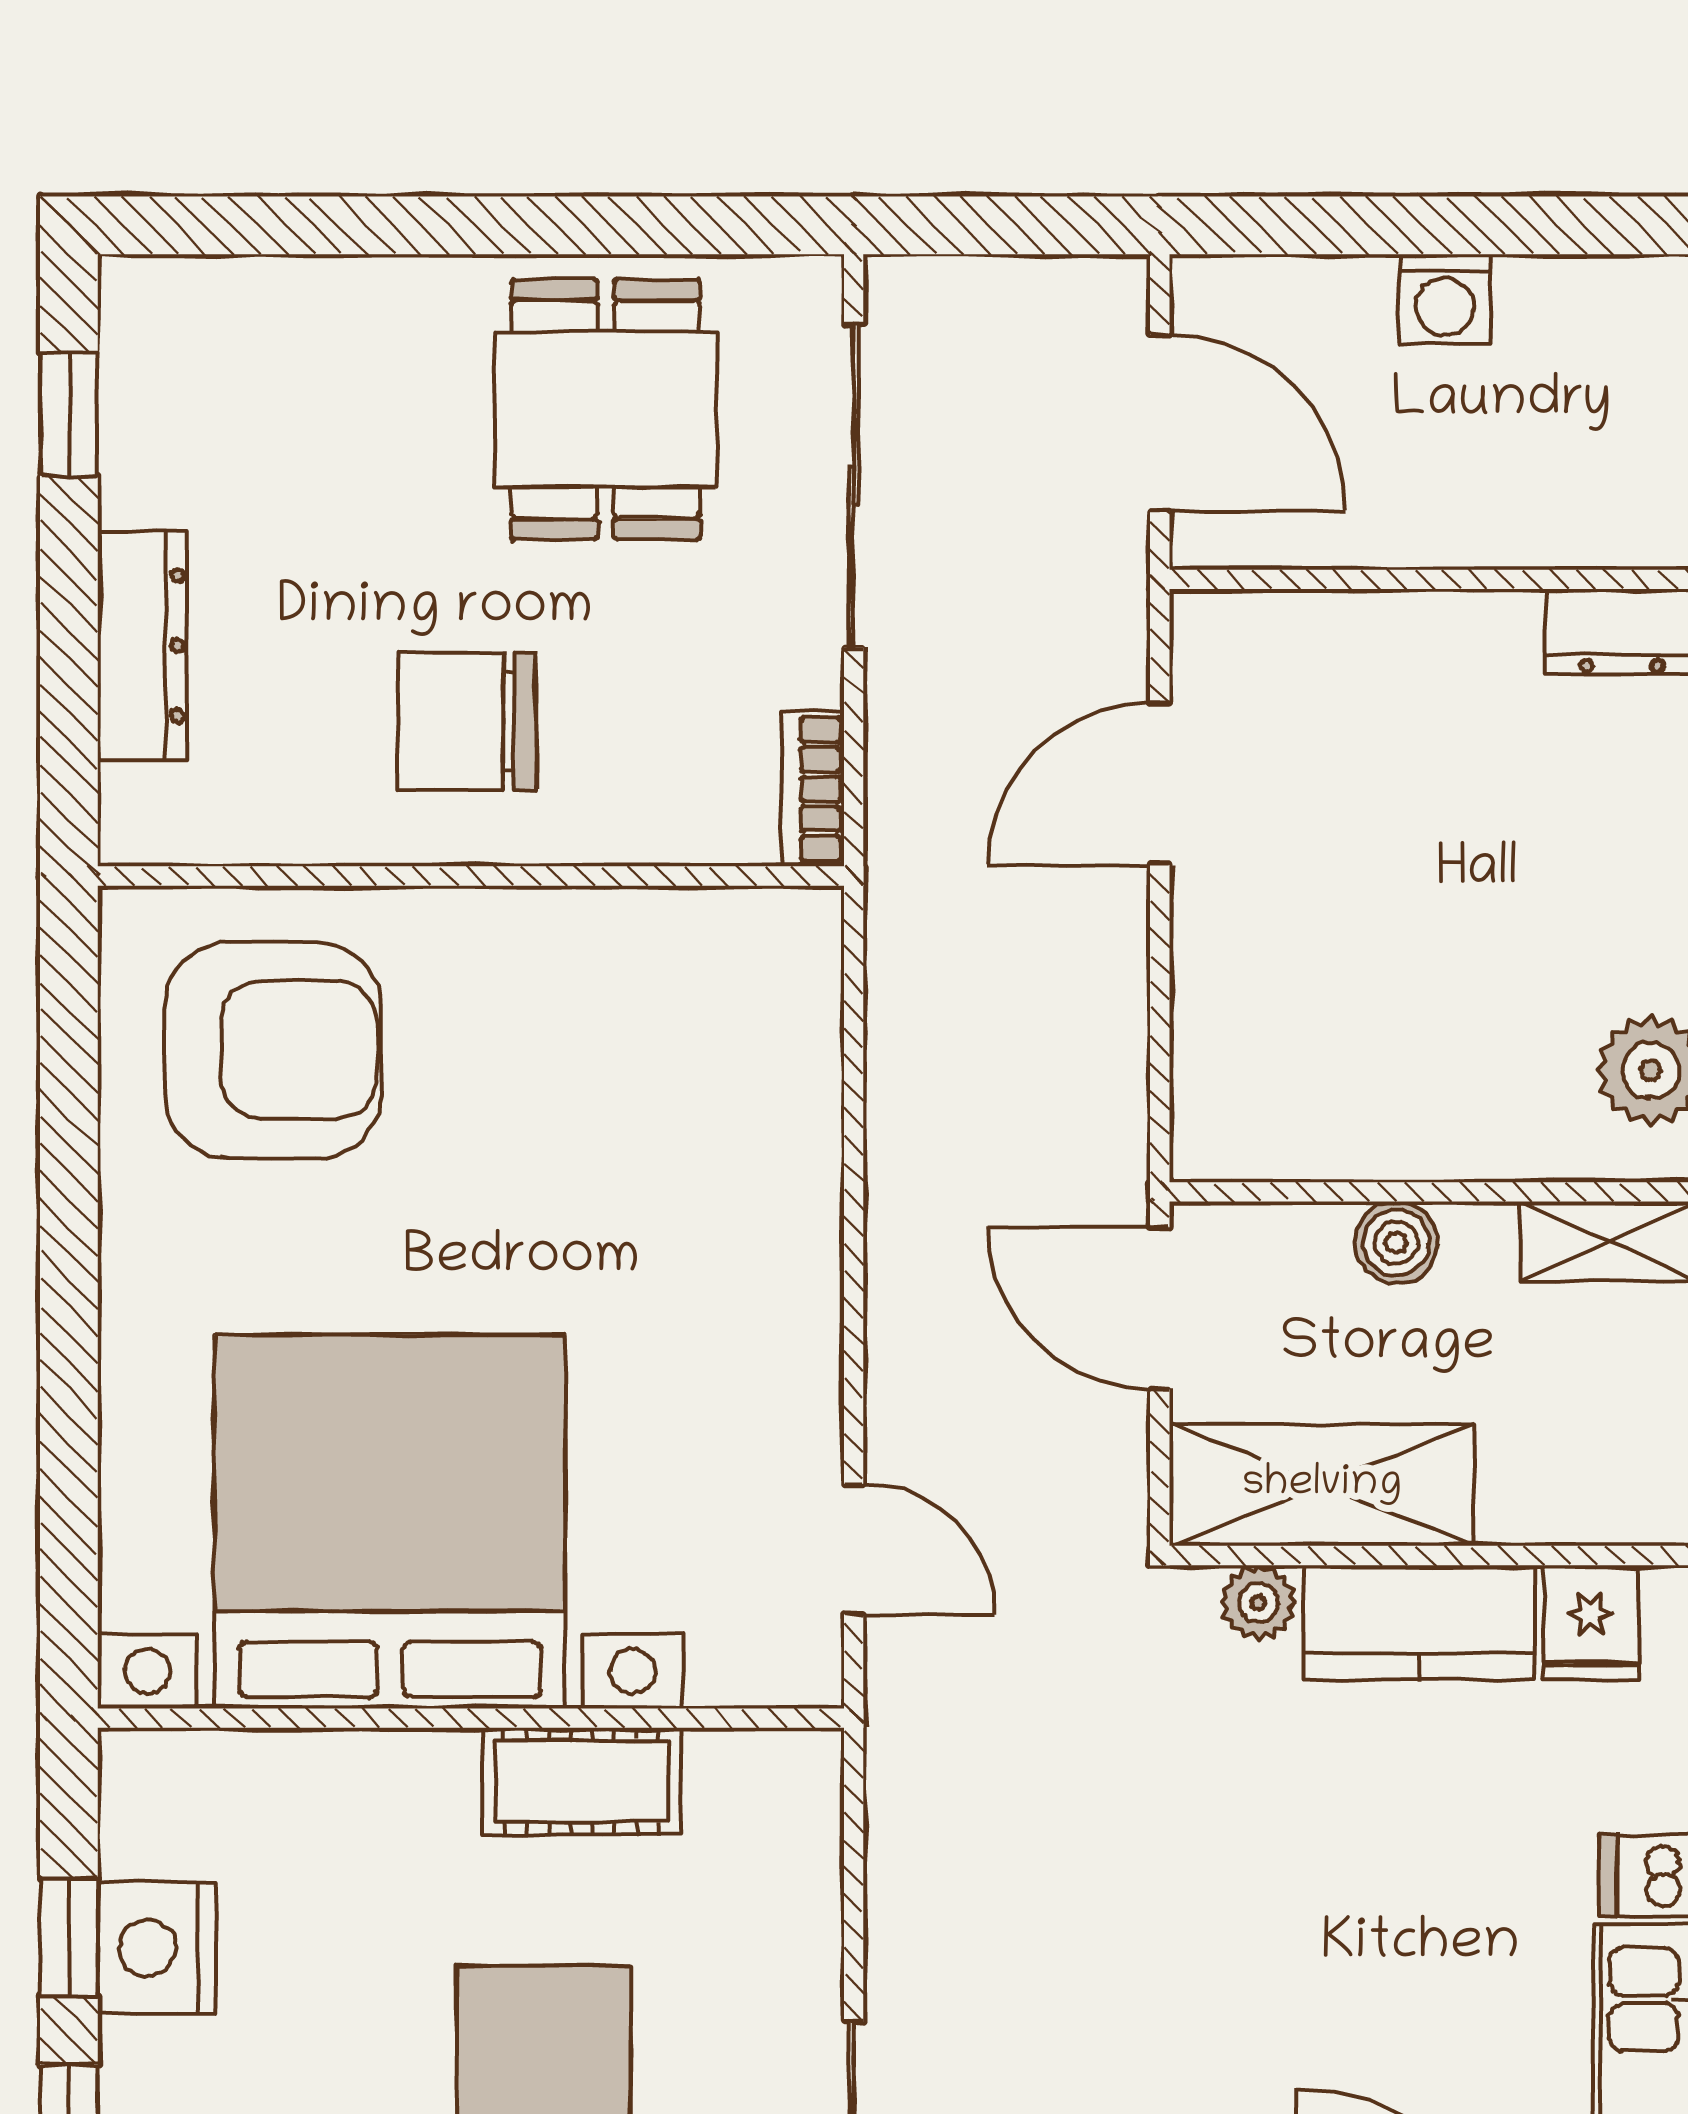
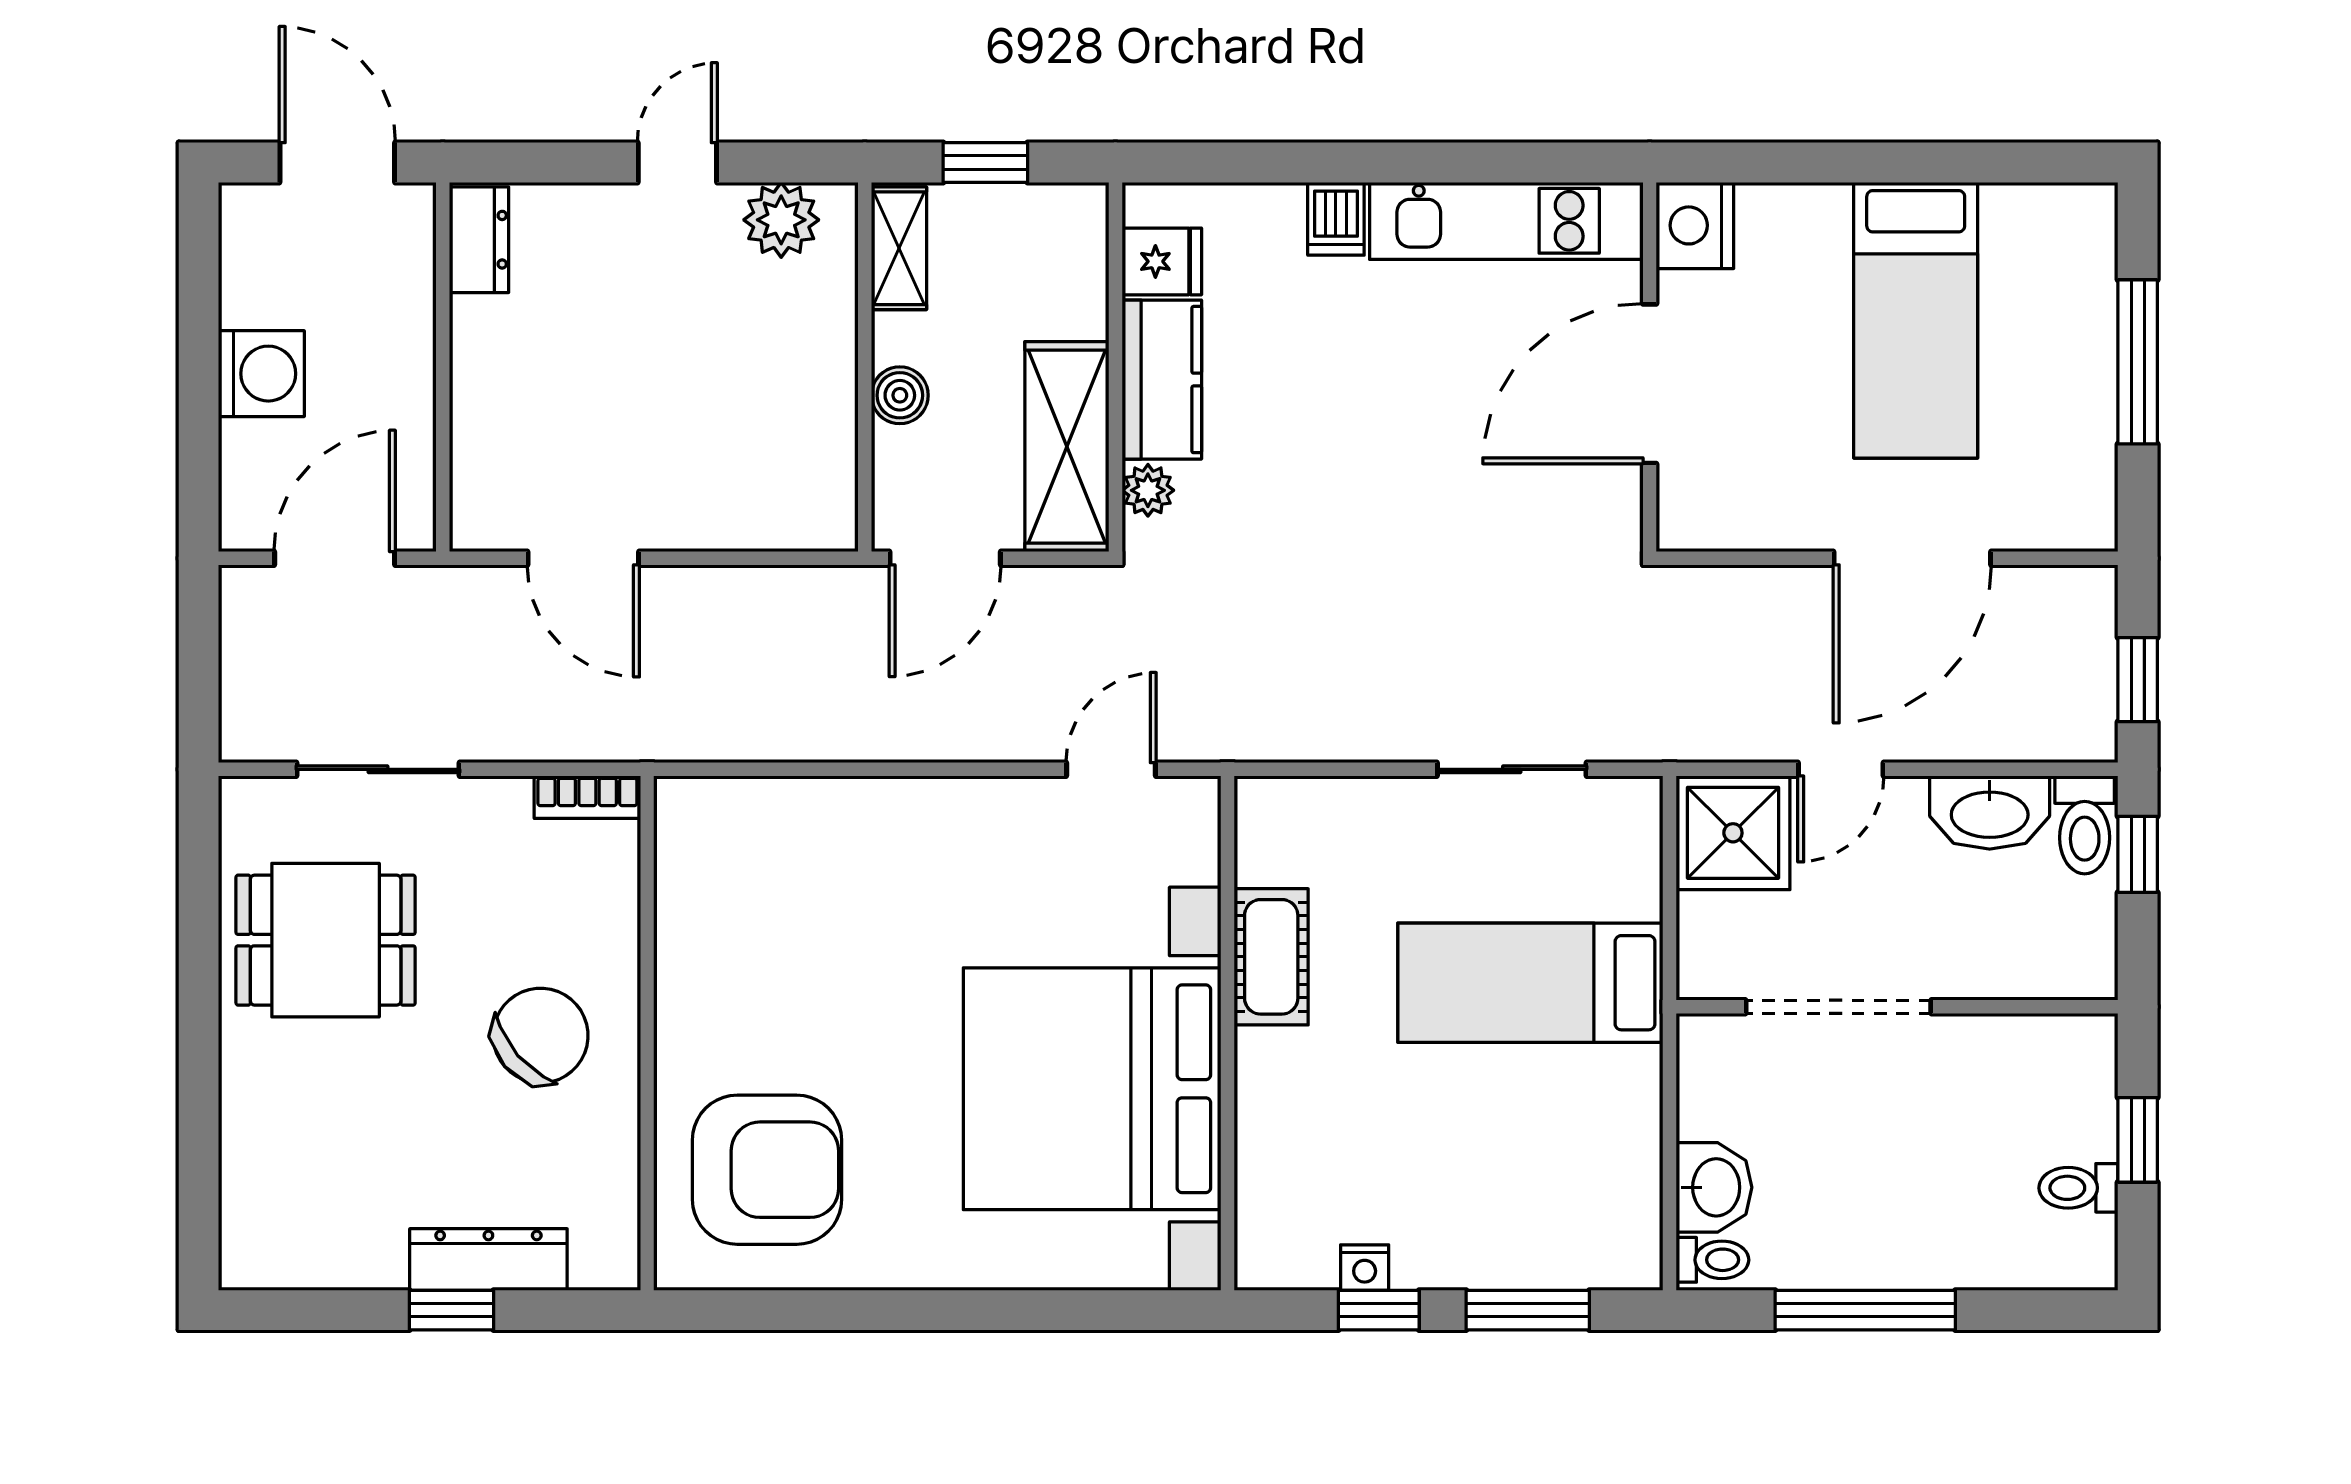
washing machine: (1445, 299) -> (261, 374), width x1.38, depth x1.38
window: (69, 415) -> (451, 1310), moved
sliding door: (854, 486) -> (378, 769), width x0.73
chair: (467, 721) -> (541, 1036), turned -131
armchair: (273, 1050) -> (767, 1170), turned 90
nightstand: (157, 1948) -> (1365, 1268), width x0.53, depth x0.56

